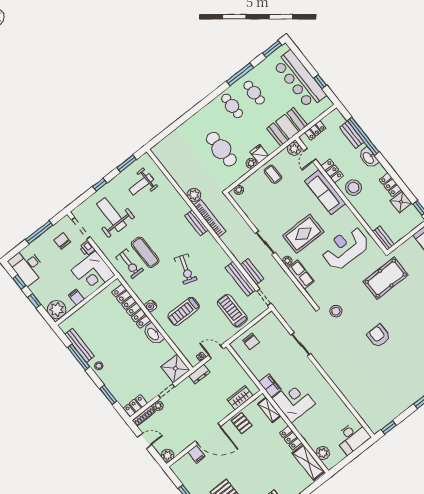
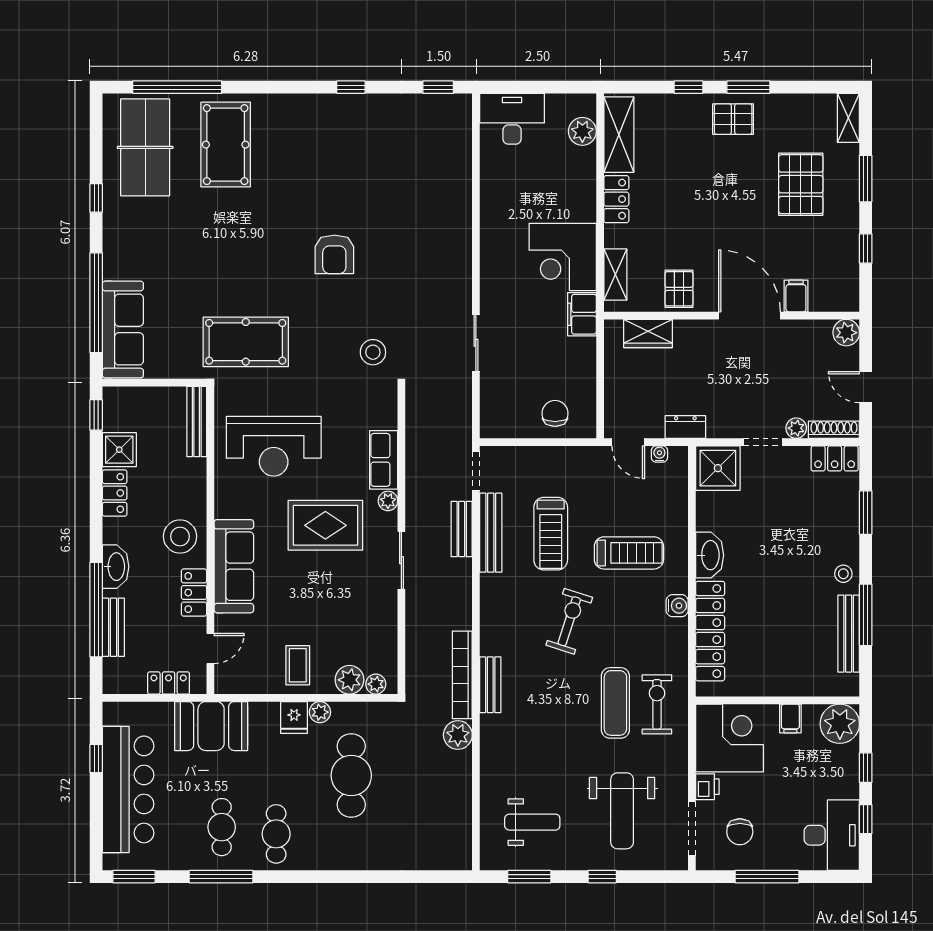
plant: (294, 149) -> (349, 680), moved
bench: (383, 238) -> (197, 422), width x1.36
treadmill: (232, 311) -> (551, 534), moved

